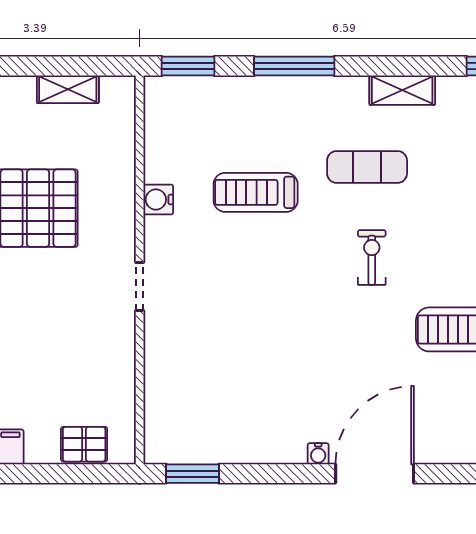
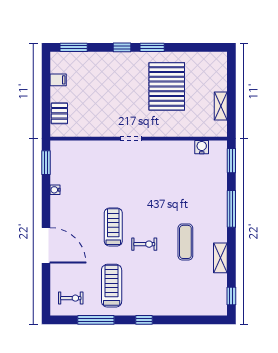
treadmill: (256, 192) -> (113, 227), moved
water cooler: (158, 200) -> (202, 147), moved
water cooler: (318, 454) -> (55, 190), moved

